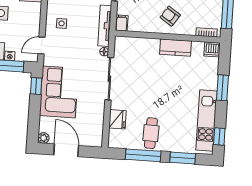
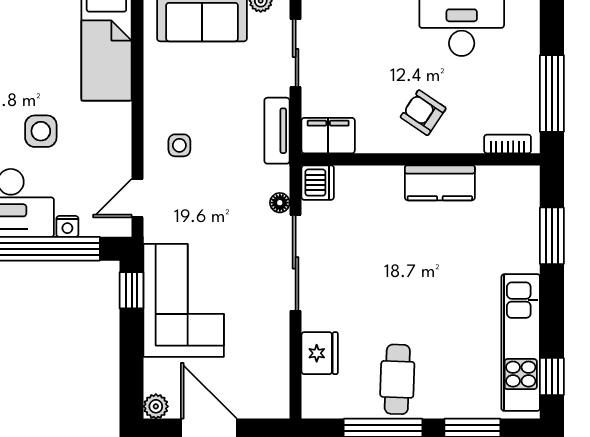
filing cabinet: (122, 23) -> (328, 136), width x2.00
tv unit: (105, 26) -> (277, 131), width x0.71
dishwasher: (212, 49) -> (318, 183), moved, turned -90
window: (223, 88) -> (552, 236), moved

